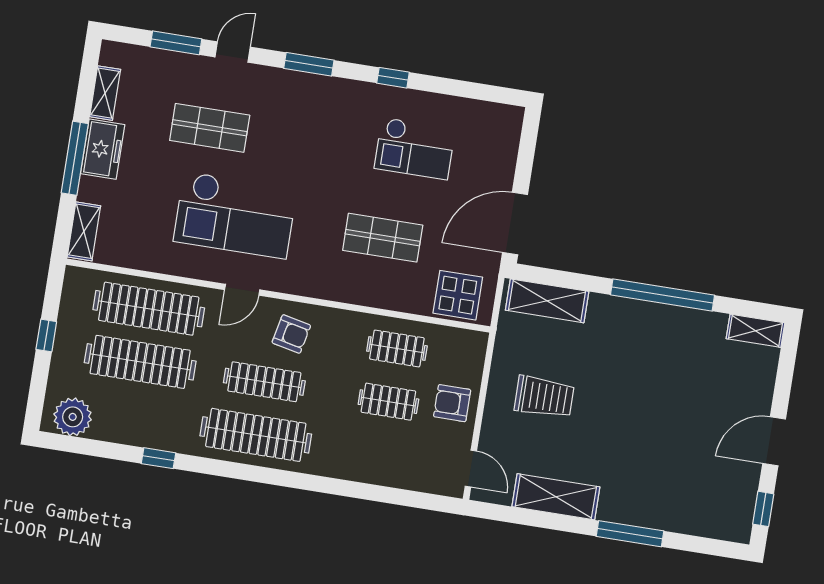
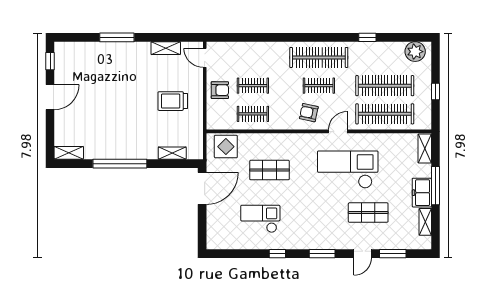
shelving: (547, 301) -> (172, 153), width x0.67, depth x0.75
clothes rail: (264, 382) -> (319, 86), width x0.73
shelving: (556, 497) -> (166, 48), width x0.67, depth x0.75

